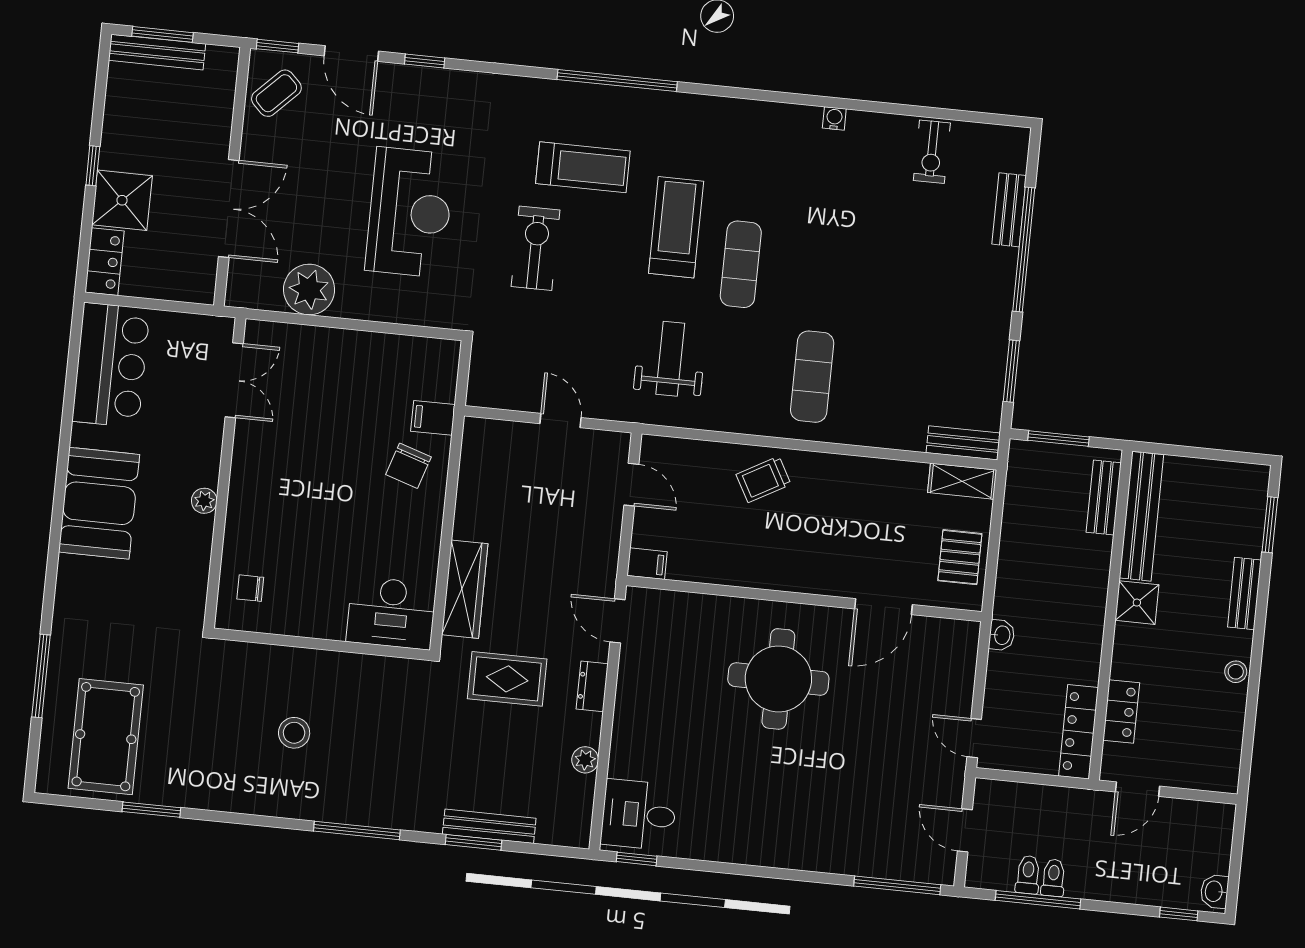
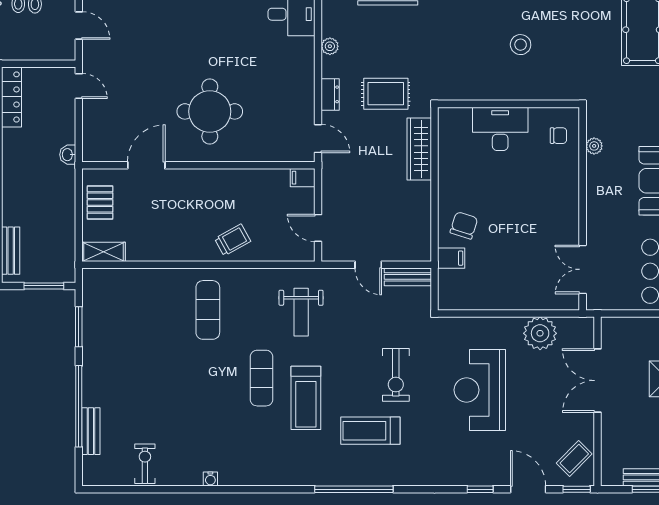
bench: (963, 443) -> (408, 277), moved
plant: (204, 501) -> (594, 146), moved
desk: (391, 613) -> (500, 129), moved

